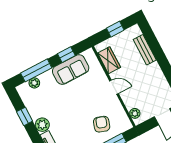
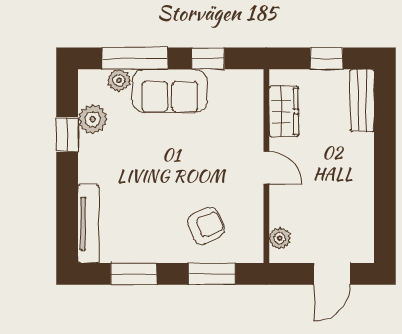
bench: (145, 50) -> (362, 100), moved
sofa: (71, 70) -> (170, 91), moved
armchair: (102, 124) -> (206, 226), turned 48
plant: (42, 125) -> (92, 119), moved

